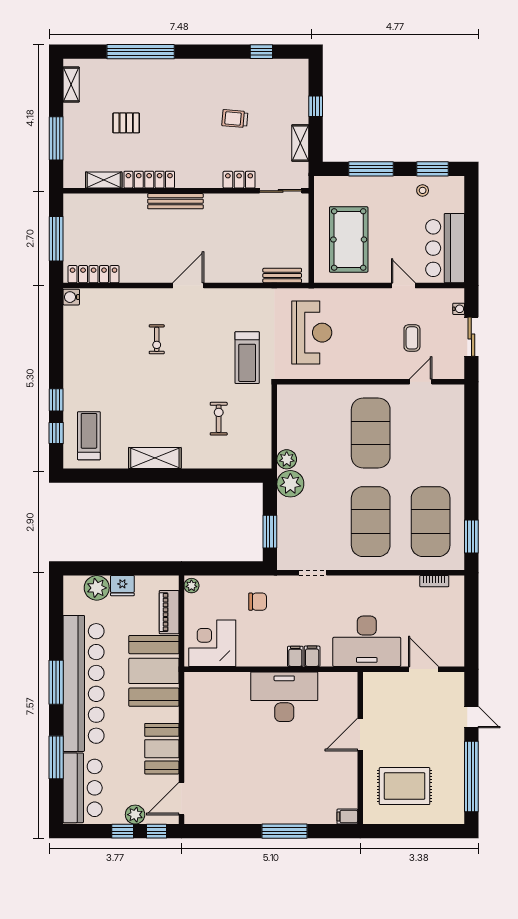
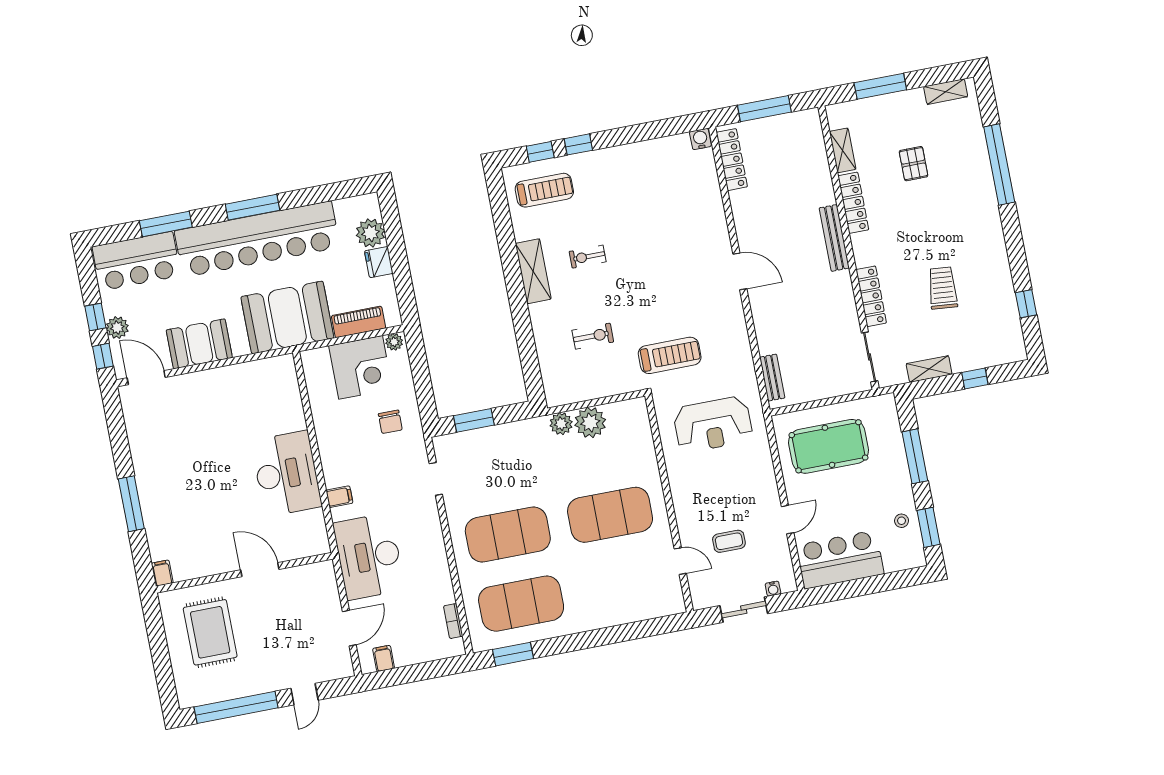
trolley: (235, 119) -> (943, 288), width x1.36, depth x1.39
locker: (239, 180) -> (871, 296), width x1.53
exercise bike: (157, 339) -> (588, 257), moved
treadmill: (247, 358) -> (670, 355), turned 180
plant: (290, 484) -> (590, 422), moved
corner desk: (212, 643) -> (361, 367), moved, turned 90
filing cabinet: (295, 656) -> (384, 658), moved, turned -90

